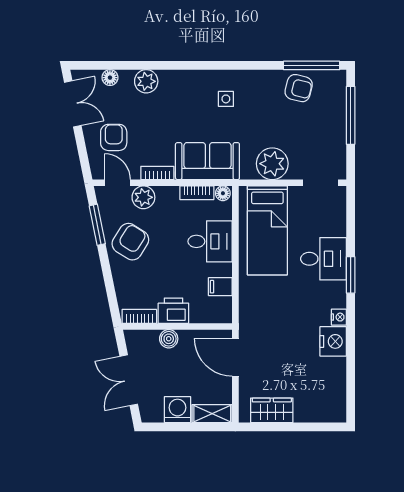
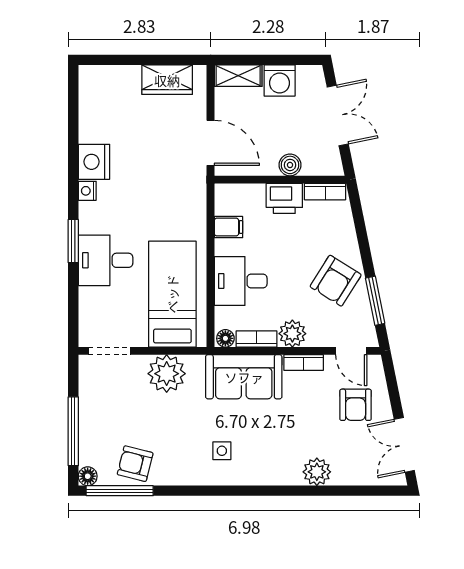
floor lamp: (110, 78) -> (88, 476), moved
plant: (143, 197) -> (292, 334), moved

